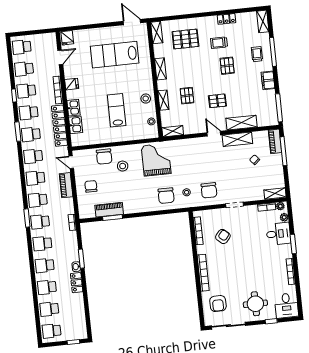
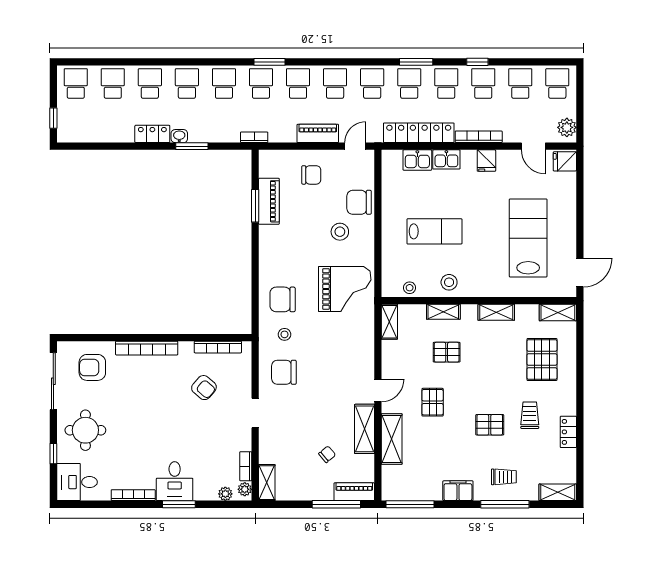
plant: (47, 39) -> (567, 127), added
desk: (278, 234) -> (175, 481), moved

